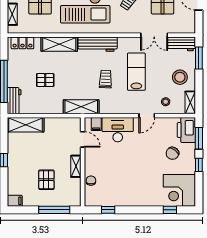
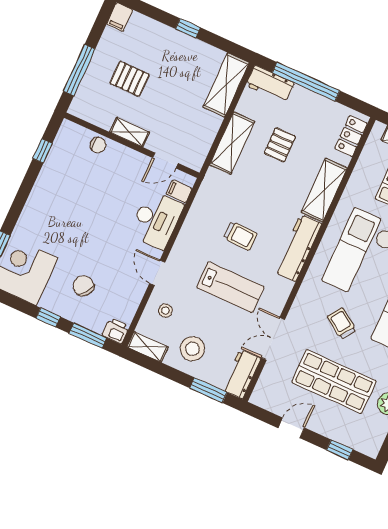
shelving: (81, 107) -> (232, 143), moved
printer: (186, 130) -> (116, 331), width x0.53, depth x0.68

